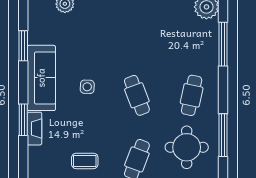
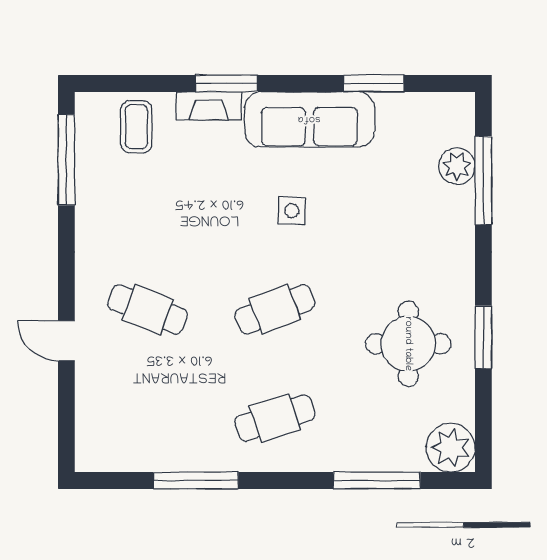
cafe table: (192, 95) -> (275, 418), turned -30
round table: (187, 147) -> (408, 344), moved
coffee table: (85, 161) -> (136, 127), moved

